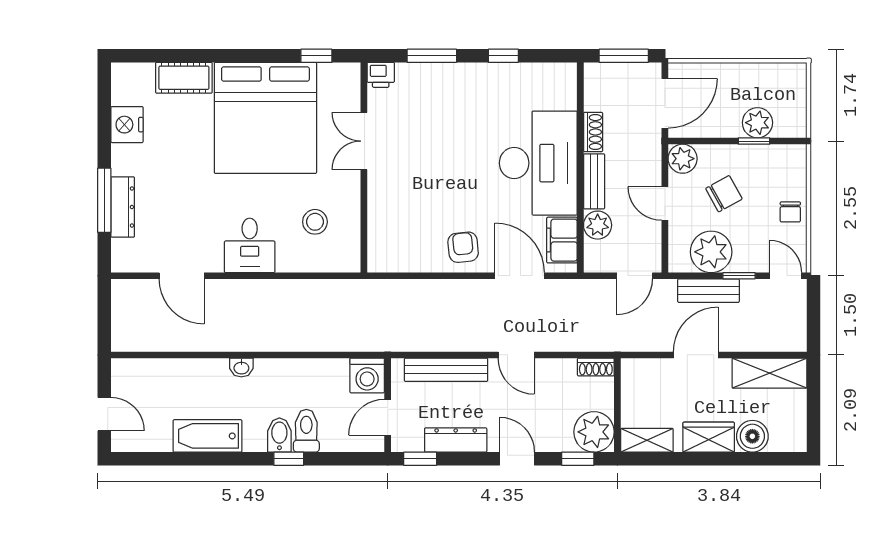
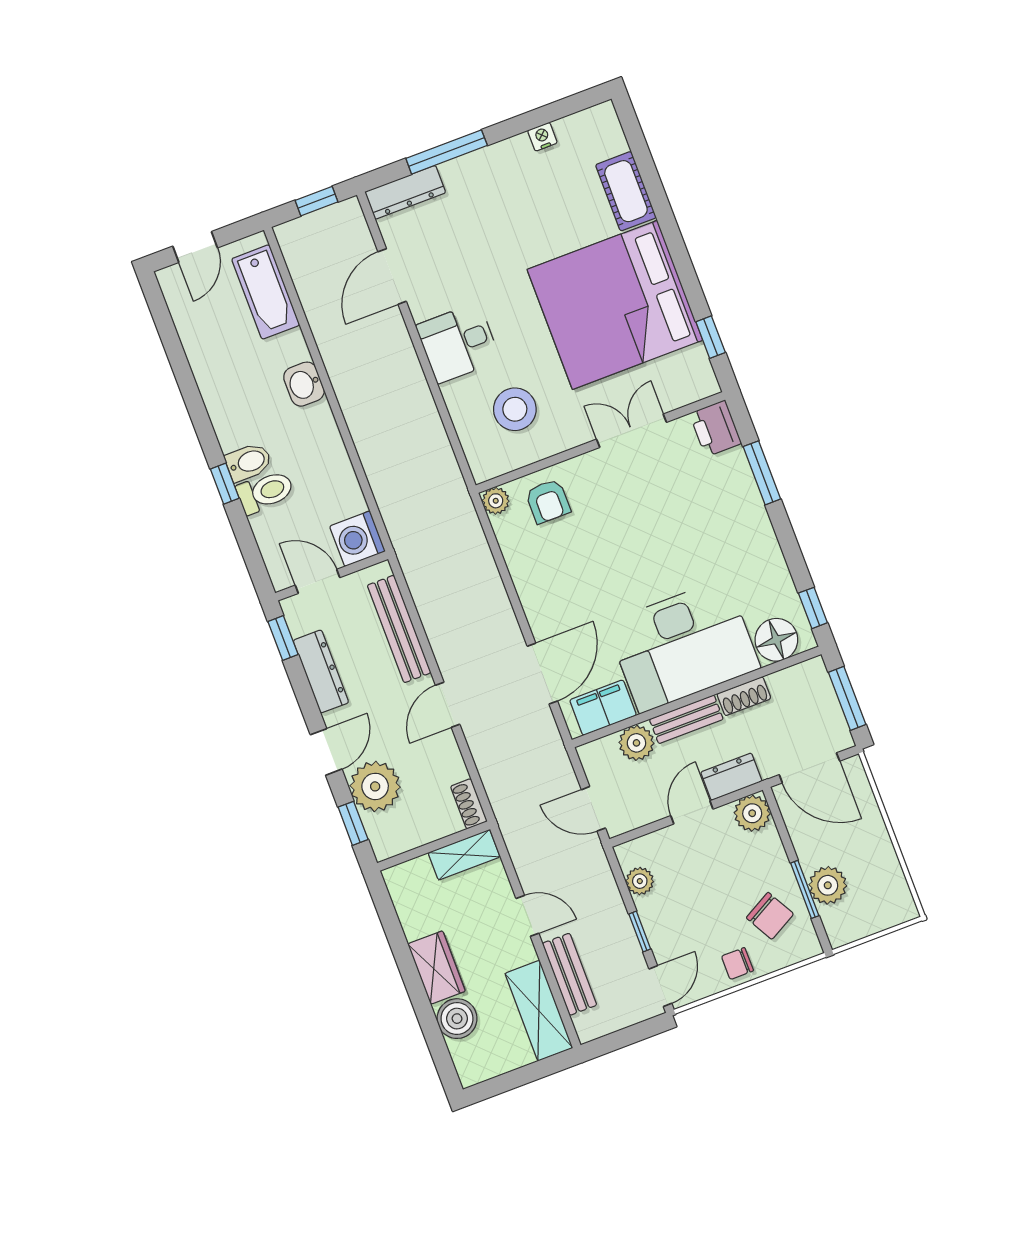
window: (503, 56) -> (813, 608), moved
printer: (381, 75) -> (715, 428), width x1.36, depth x1.24
floor lamp: (560, 92) -> (776, 640), added
nightstand: (127, 125) -> (542, 137), width x0.53, depth x0.56
window: (754, 141) -> (805, 889), width x1.50
dresser: (649, 164) -> (731, 777), added
chair: (724, 194) -> (770, 916), moved
dresser: (123, 207) -> (405, 192), moved
stool: (315, 222) -> (515, 409), width x1.38, depth x1.38
armchair: (463, 247) -> (548, 501), moved, turned 96
plant: (711, 252) -> (640, 881), width x0.53, depth x0.53
plant: (378, 262) -> (496, 501), added
bench: (708, 291) -> (570, 974), moved
window: (104, 311) -> (317, 201), added
door: (696, 355) -> (527, 916), width x0.73
washbasin: (241, 368) -> (304, 384), width x1.38, depth x1.45
plant: (594, 432) -> (375, 786), moved
bathtub: (207, 436) -> (266, 292), moved, turned 180
shelving: (647, 440) -> (464, 855), moved, turned 90

